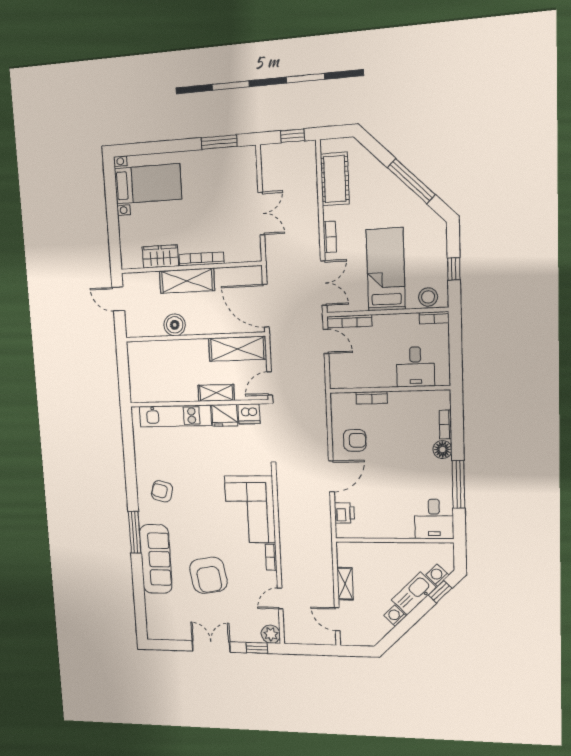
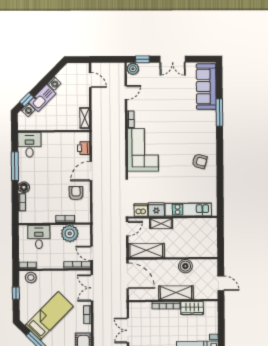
bed: (386, 269) -> (49, 316), moved, turned -135
plant: (363, 374) -> (70, 233), added
armchair: (355, 440) -> (76, 193), turned 90
window: (135, 532) -> (219, 113), moved
sofa: (156, 559) -> (206, 87), moved
armchair: (208, 575) -> (172, 107), removed
shelving: (345, 584) -> (85, 118), moved

